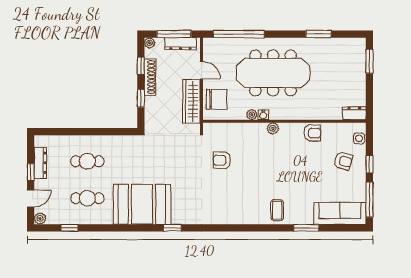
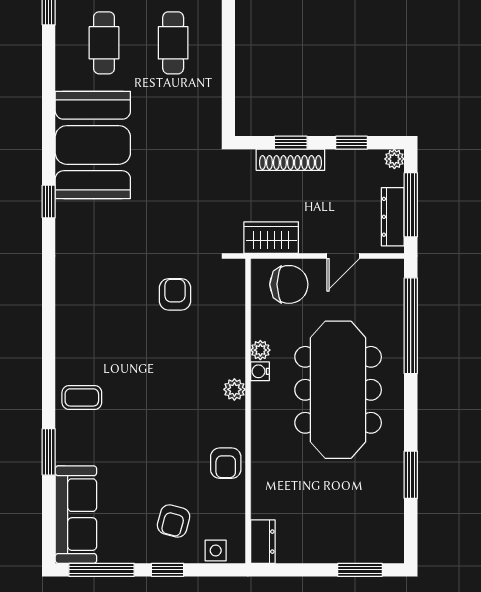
shoe rack: (150, 77) -> (290, 160), moved
chair: (217, 99) -> (289, 284), turned -90
wardrobe: (192, 101) -> (271, 238), width x0.67

